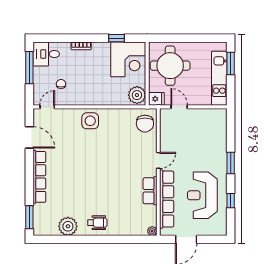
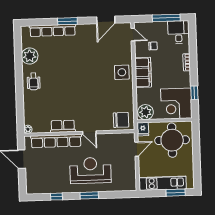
filing cabinet: (91, 96) -> (143, 72), added
chair: (145, 124) -> (121, 120), turned 180
row of seats: (39, 177) -> (53, 30), moved
reception desk: (202, 195) -> (90, 170), moved
window: (29, 217) -> (67, 21), moved

